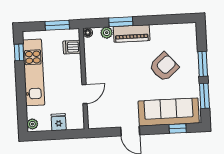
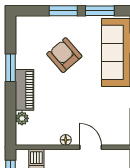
window: (121, 22) -> (10, 68), moved
floor lamp: (88, 33) -> (66, 140), moved

